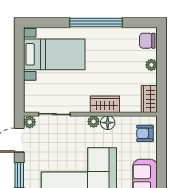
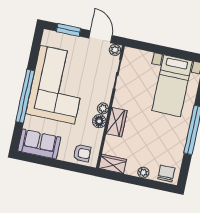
armchair: (145, 133) -> (82, 153), turned 90

